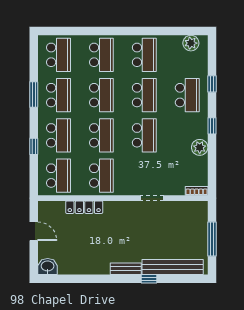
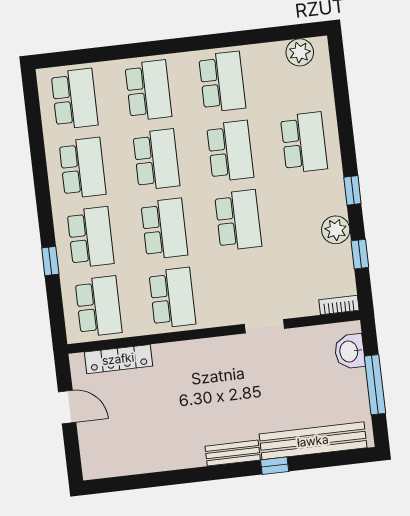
window: (212, 84) -> (360, 254), moved
window: (34, 94) -> (40, 172), removed
locker: (84, 207) -> (118, 359), moved
washbasin: (48, 266) -> (350, 351), moved, turned -90

